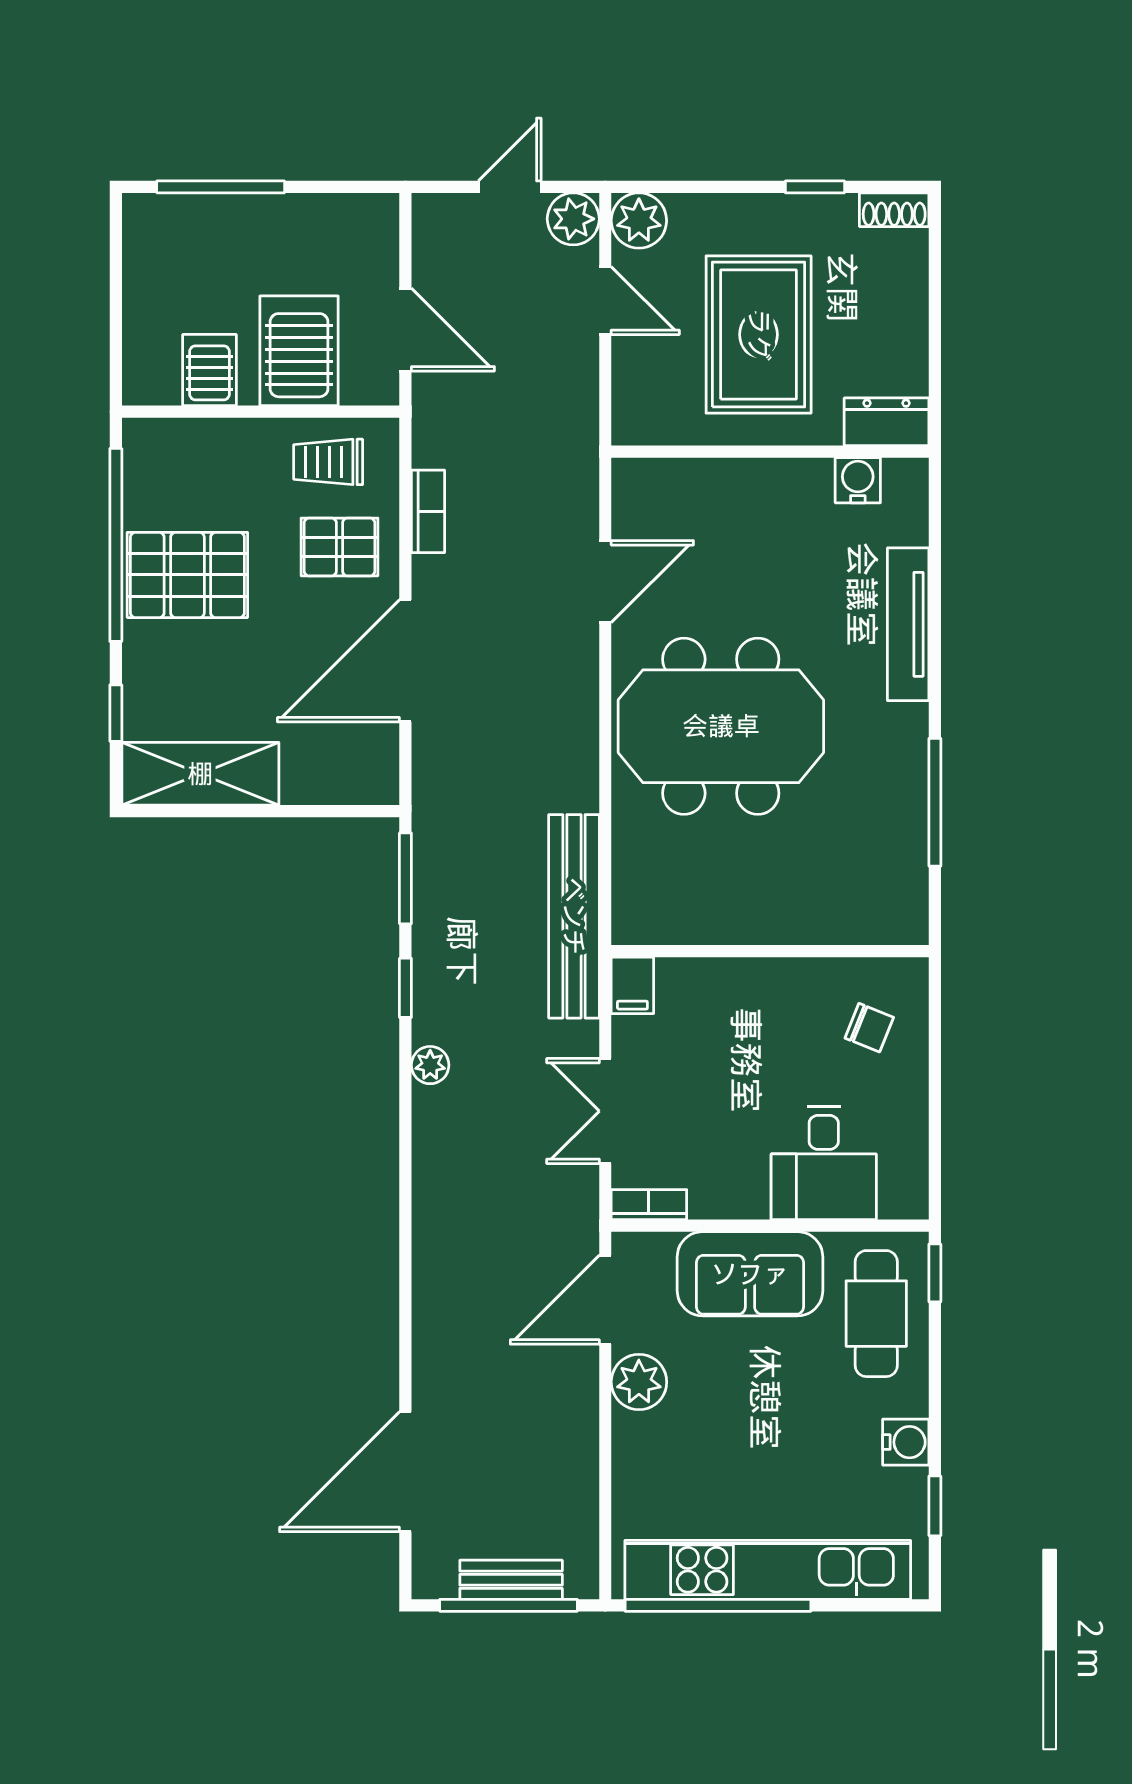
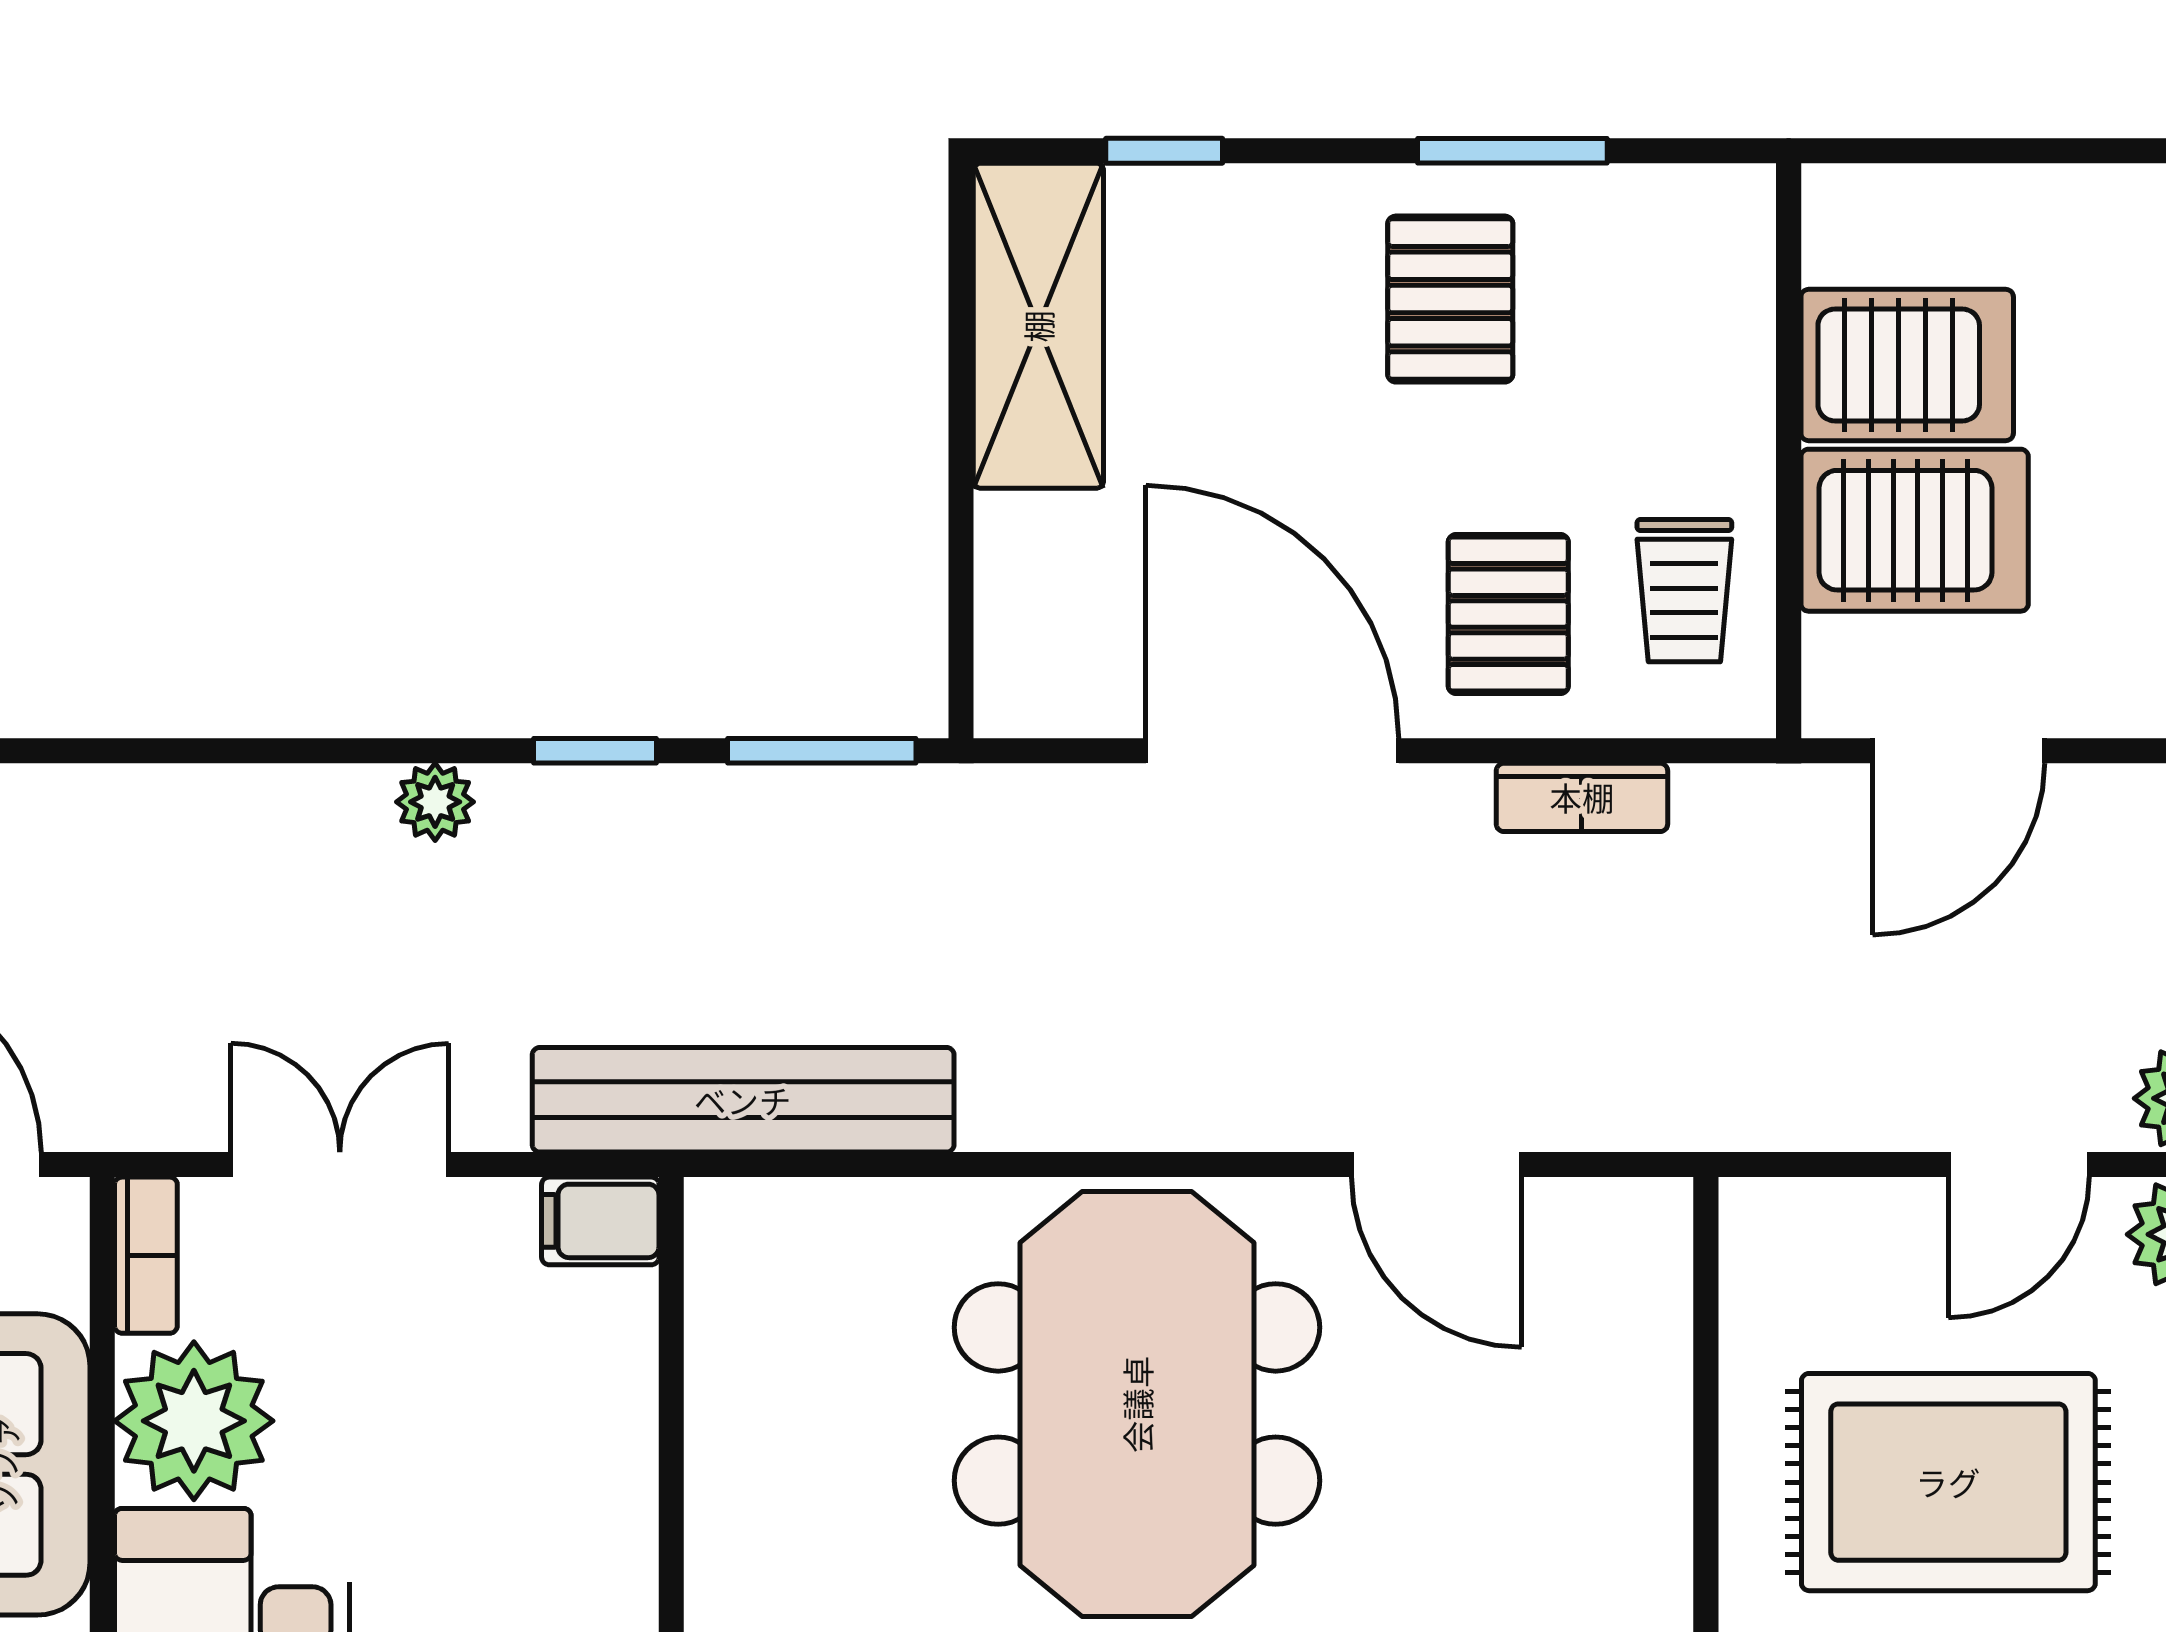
server rack: (210, 370) -> (1907, 365), width x1.36, depth x1.44
trolley: (328, 462) -> (1684, 591), turned 180
window: (116, 545) -> (1512, 151), width x0.47
pallet: (187, 575) -> (1450, 299), width x0.67, depth x0.71
plant: (729, 1181) -> (194, 1421), added

